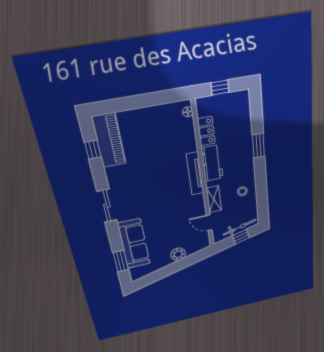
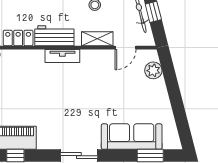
tv unit: (195, 174) -> (62, 56), width x0.71
plant: (178, 254) -> (153, 70), moved

